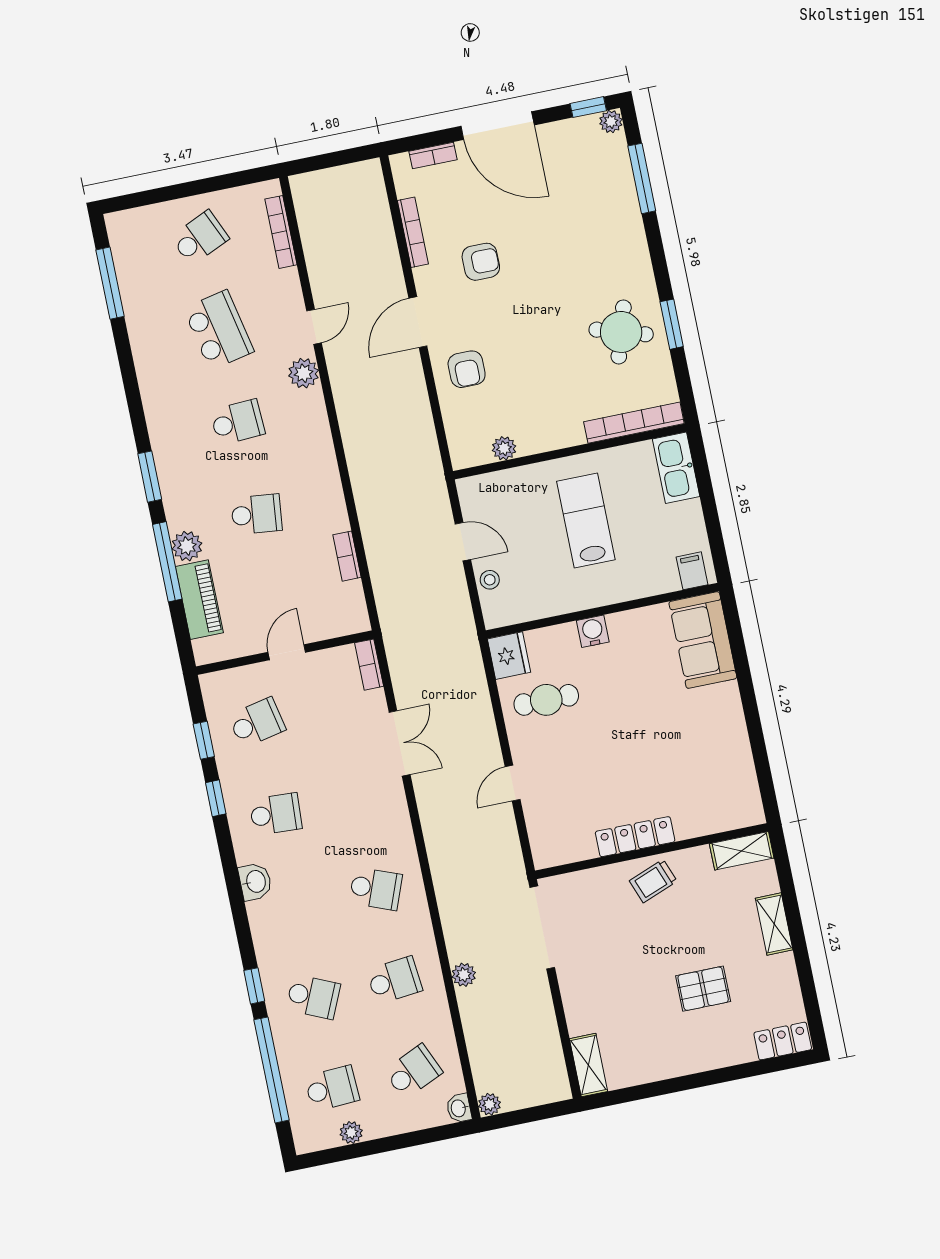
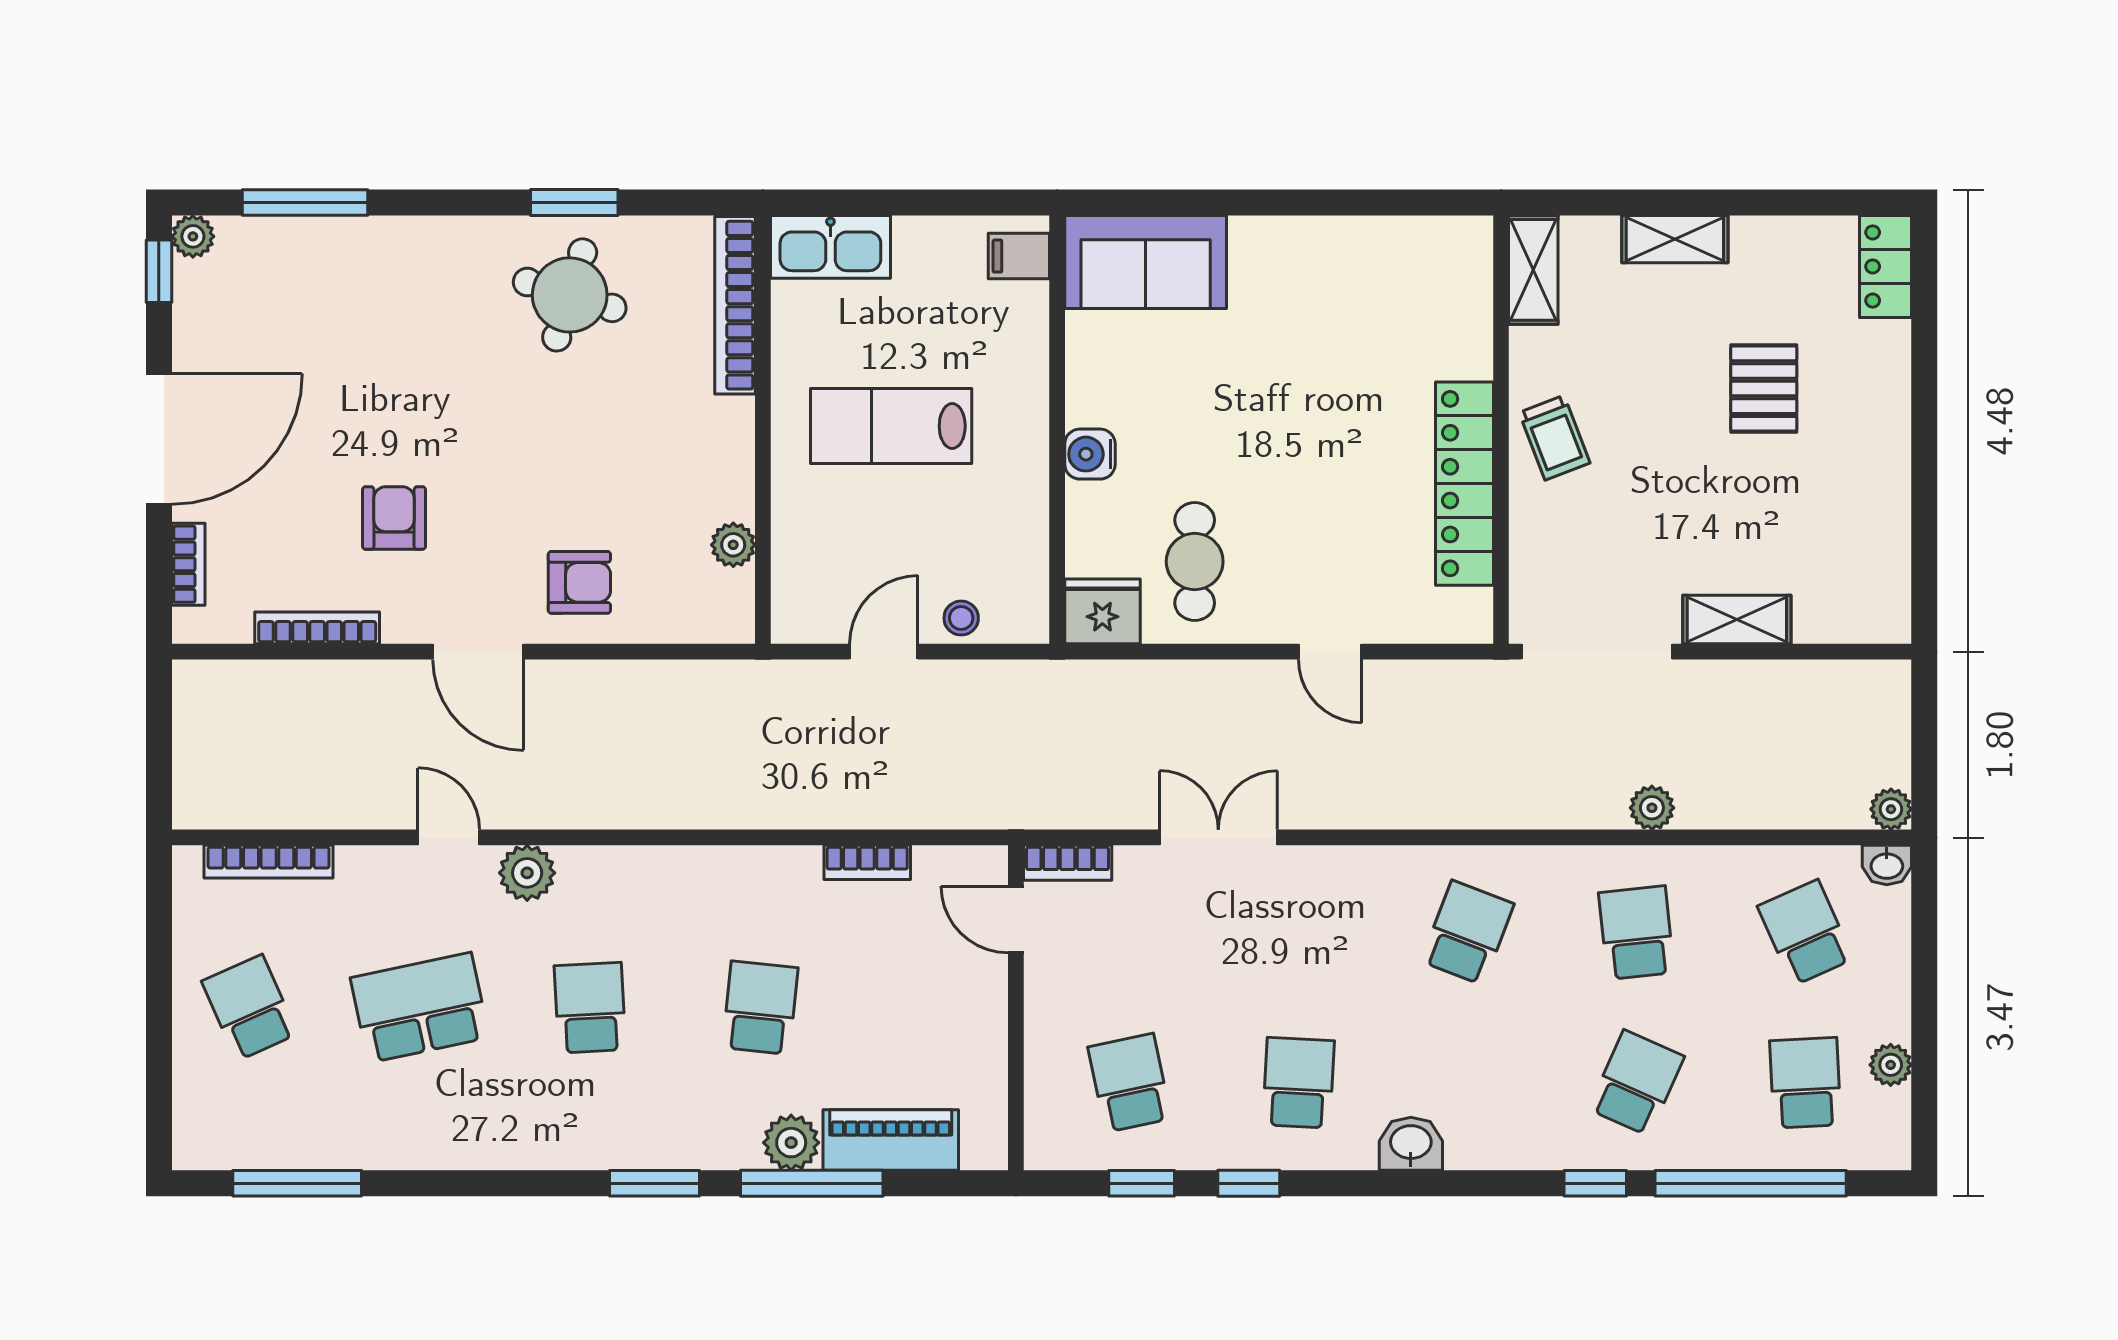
door: (287, 652) -> (1016, 919), moved
locker: (635, 837) -> (1464, 484), width x1.41, depth x1.21
shelving: (588, 1065) -> (1737, 619), moved

